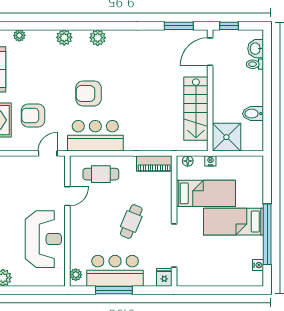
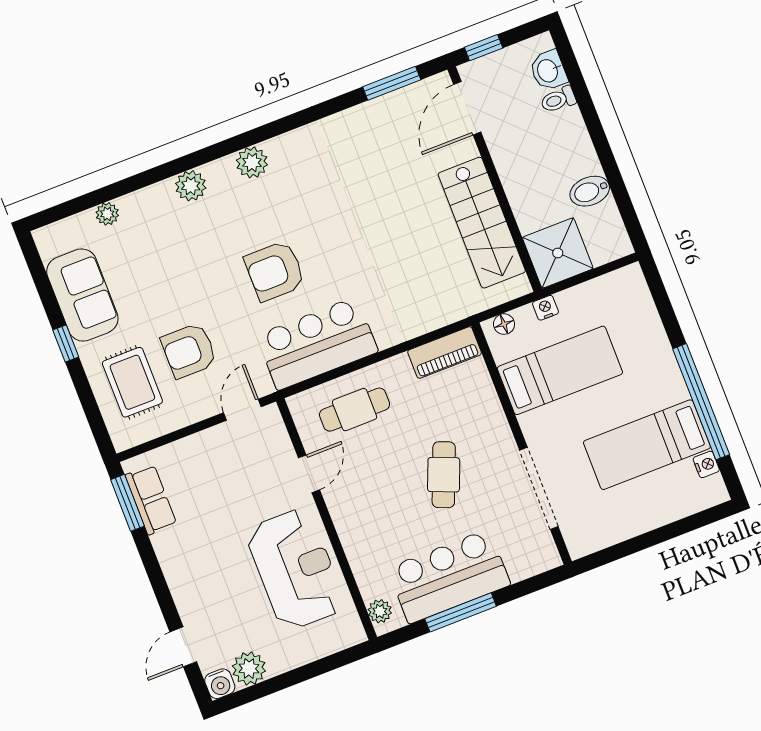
bed: (233, 222) -> (647, 445), moved
fridge: (164, 277) -> (544, 554), removed

